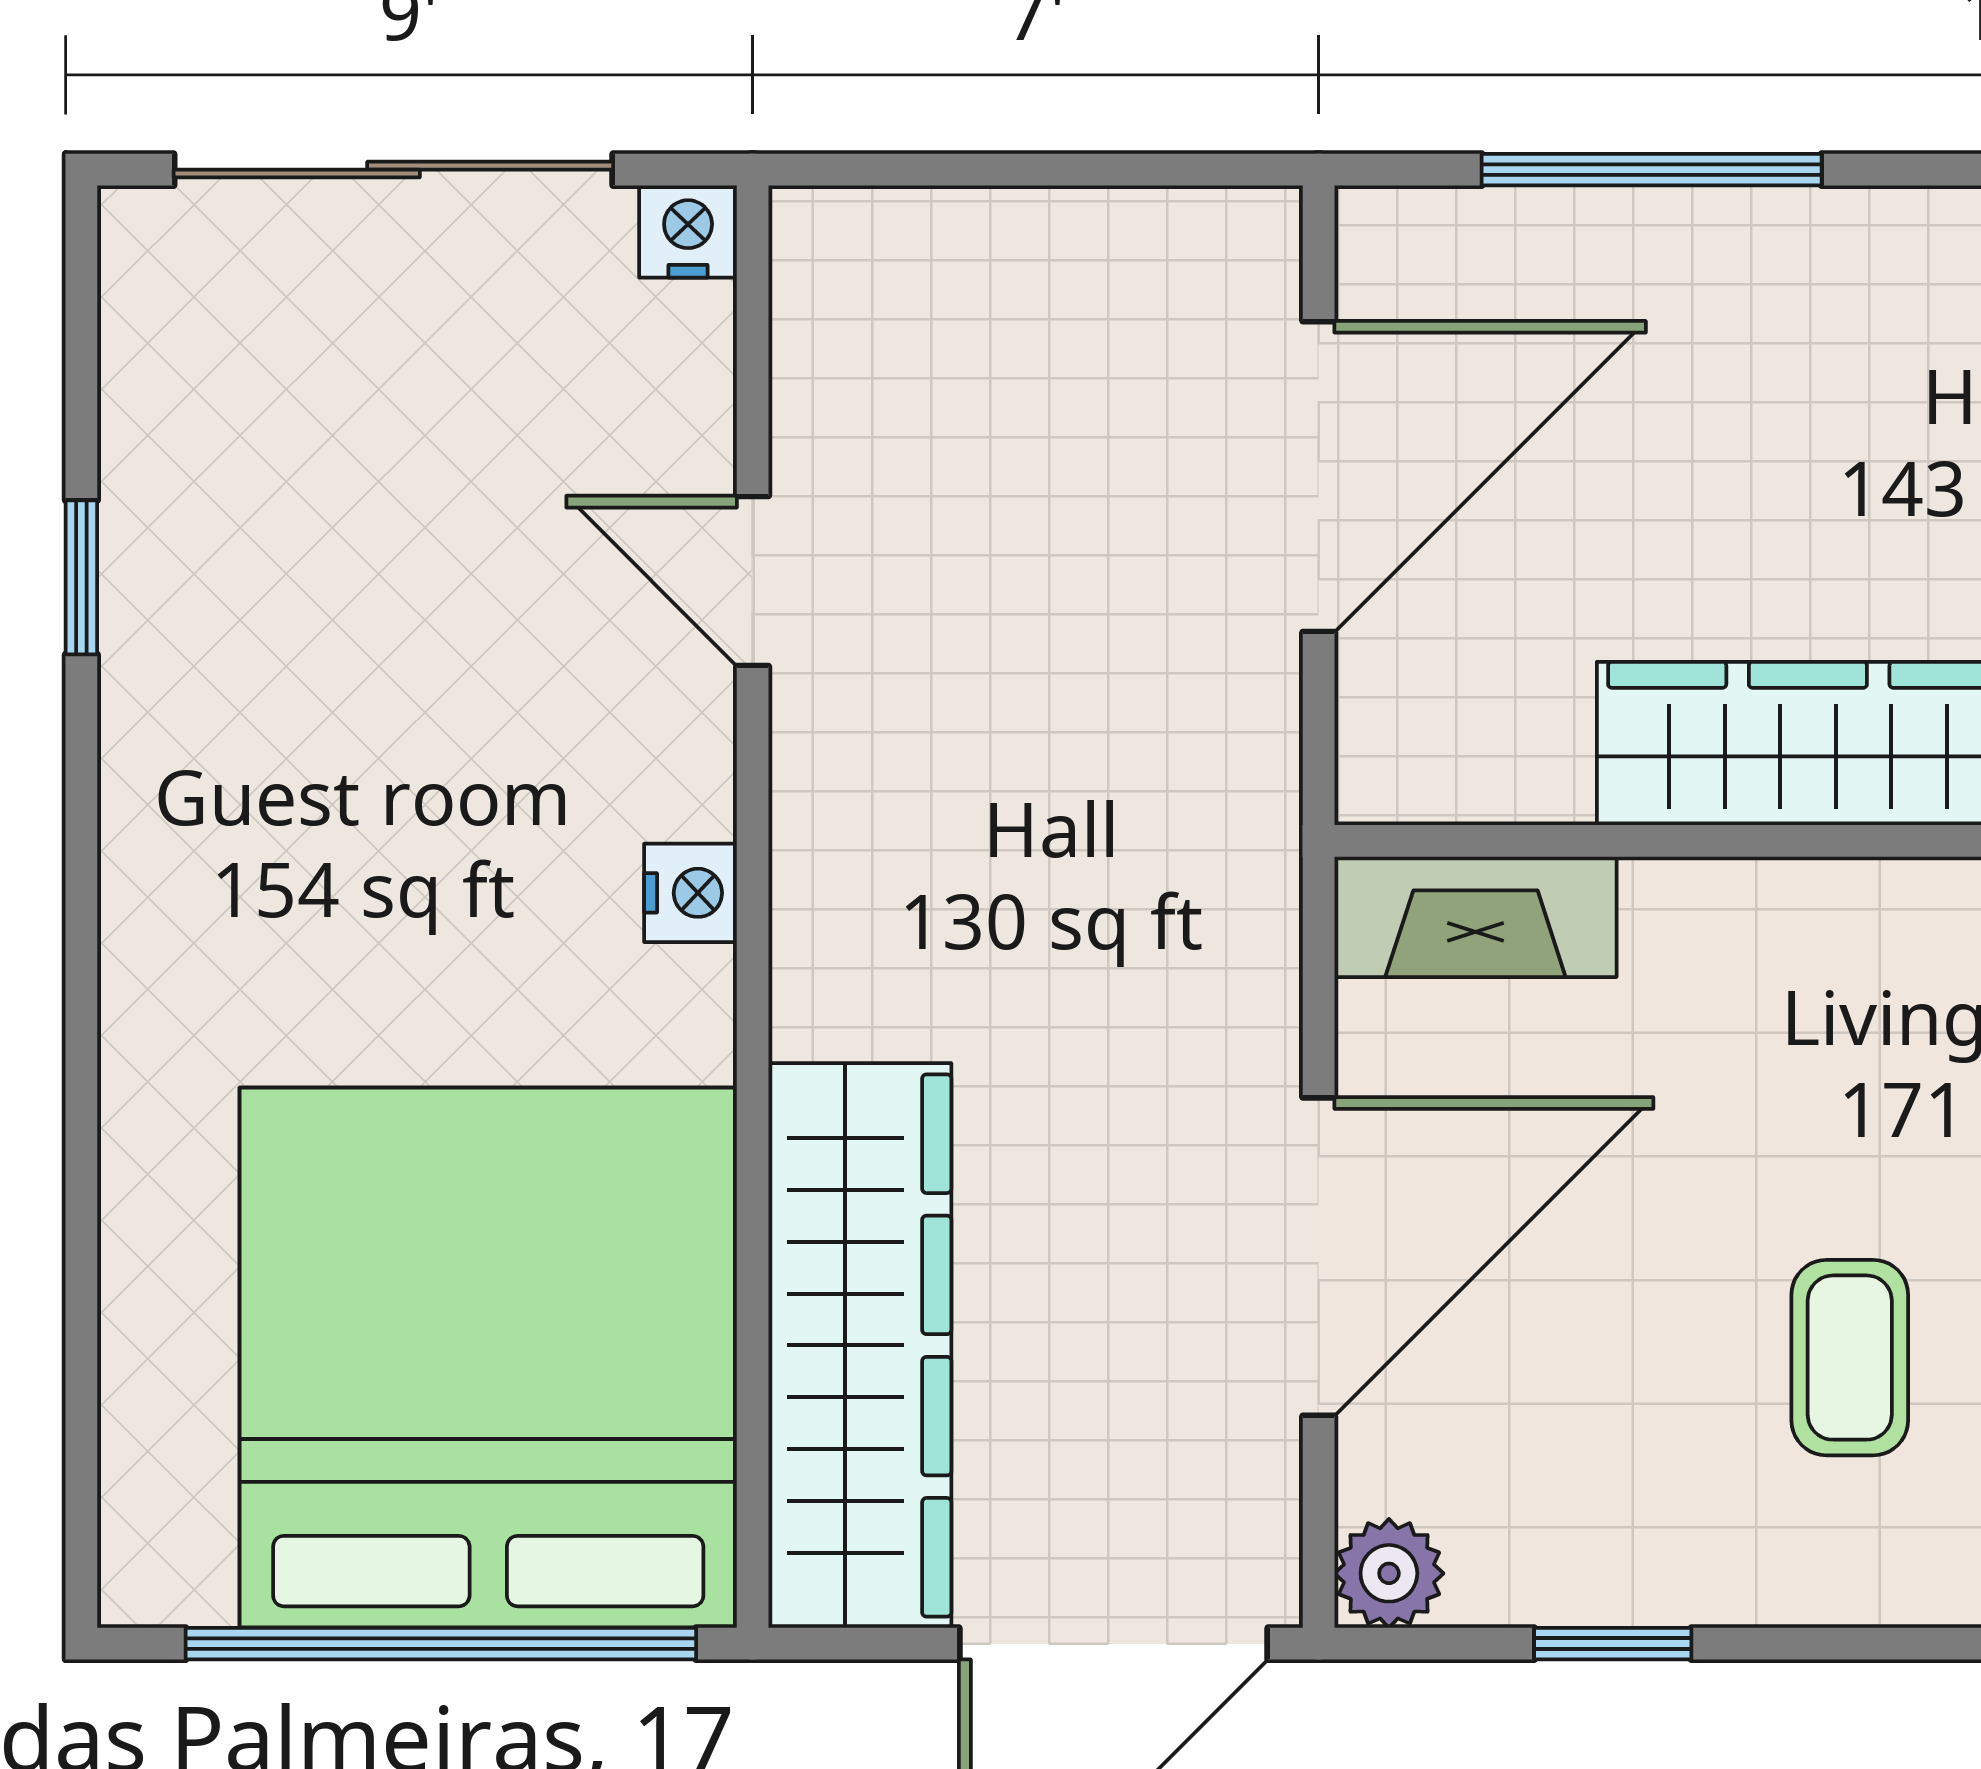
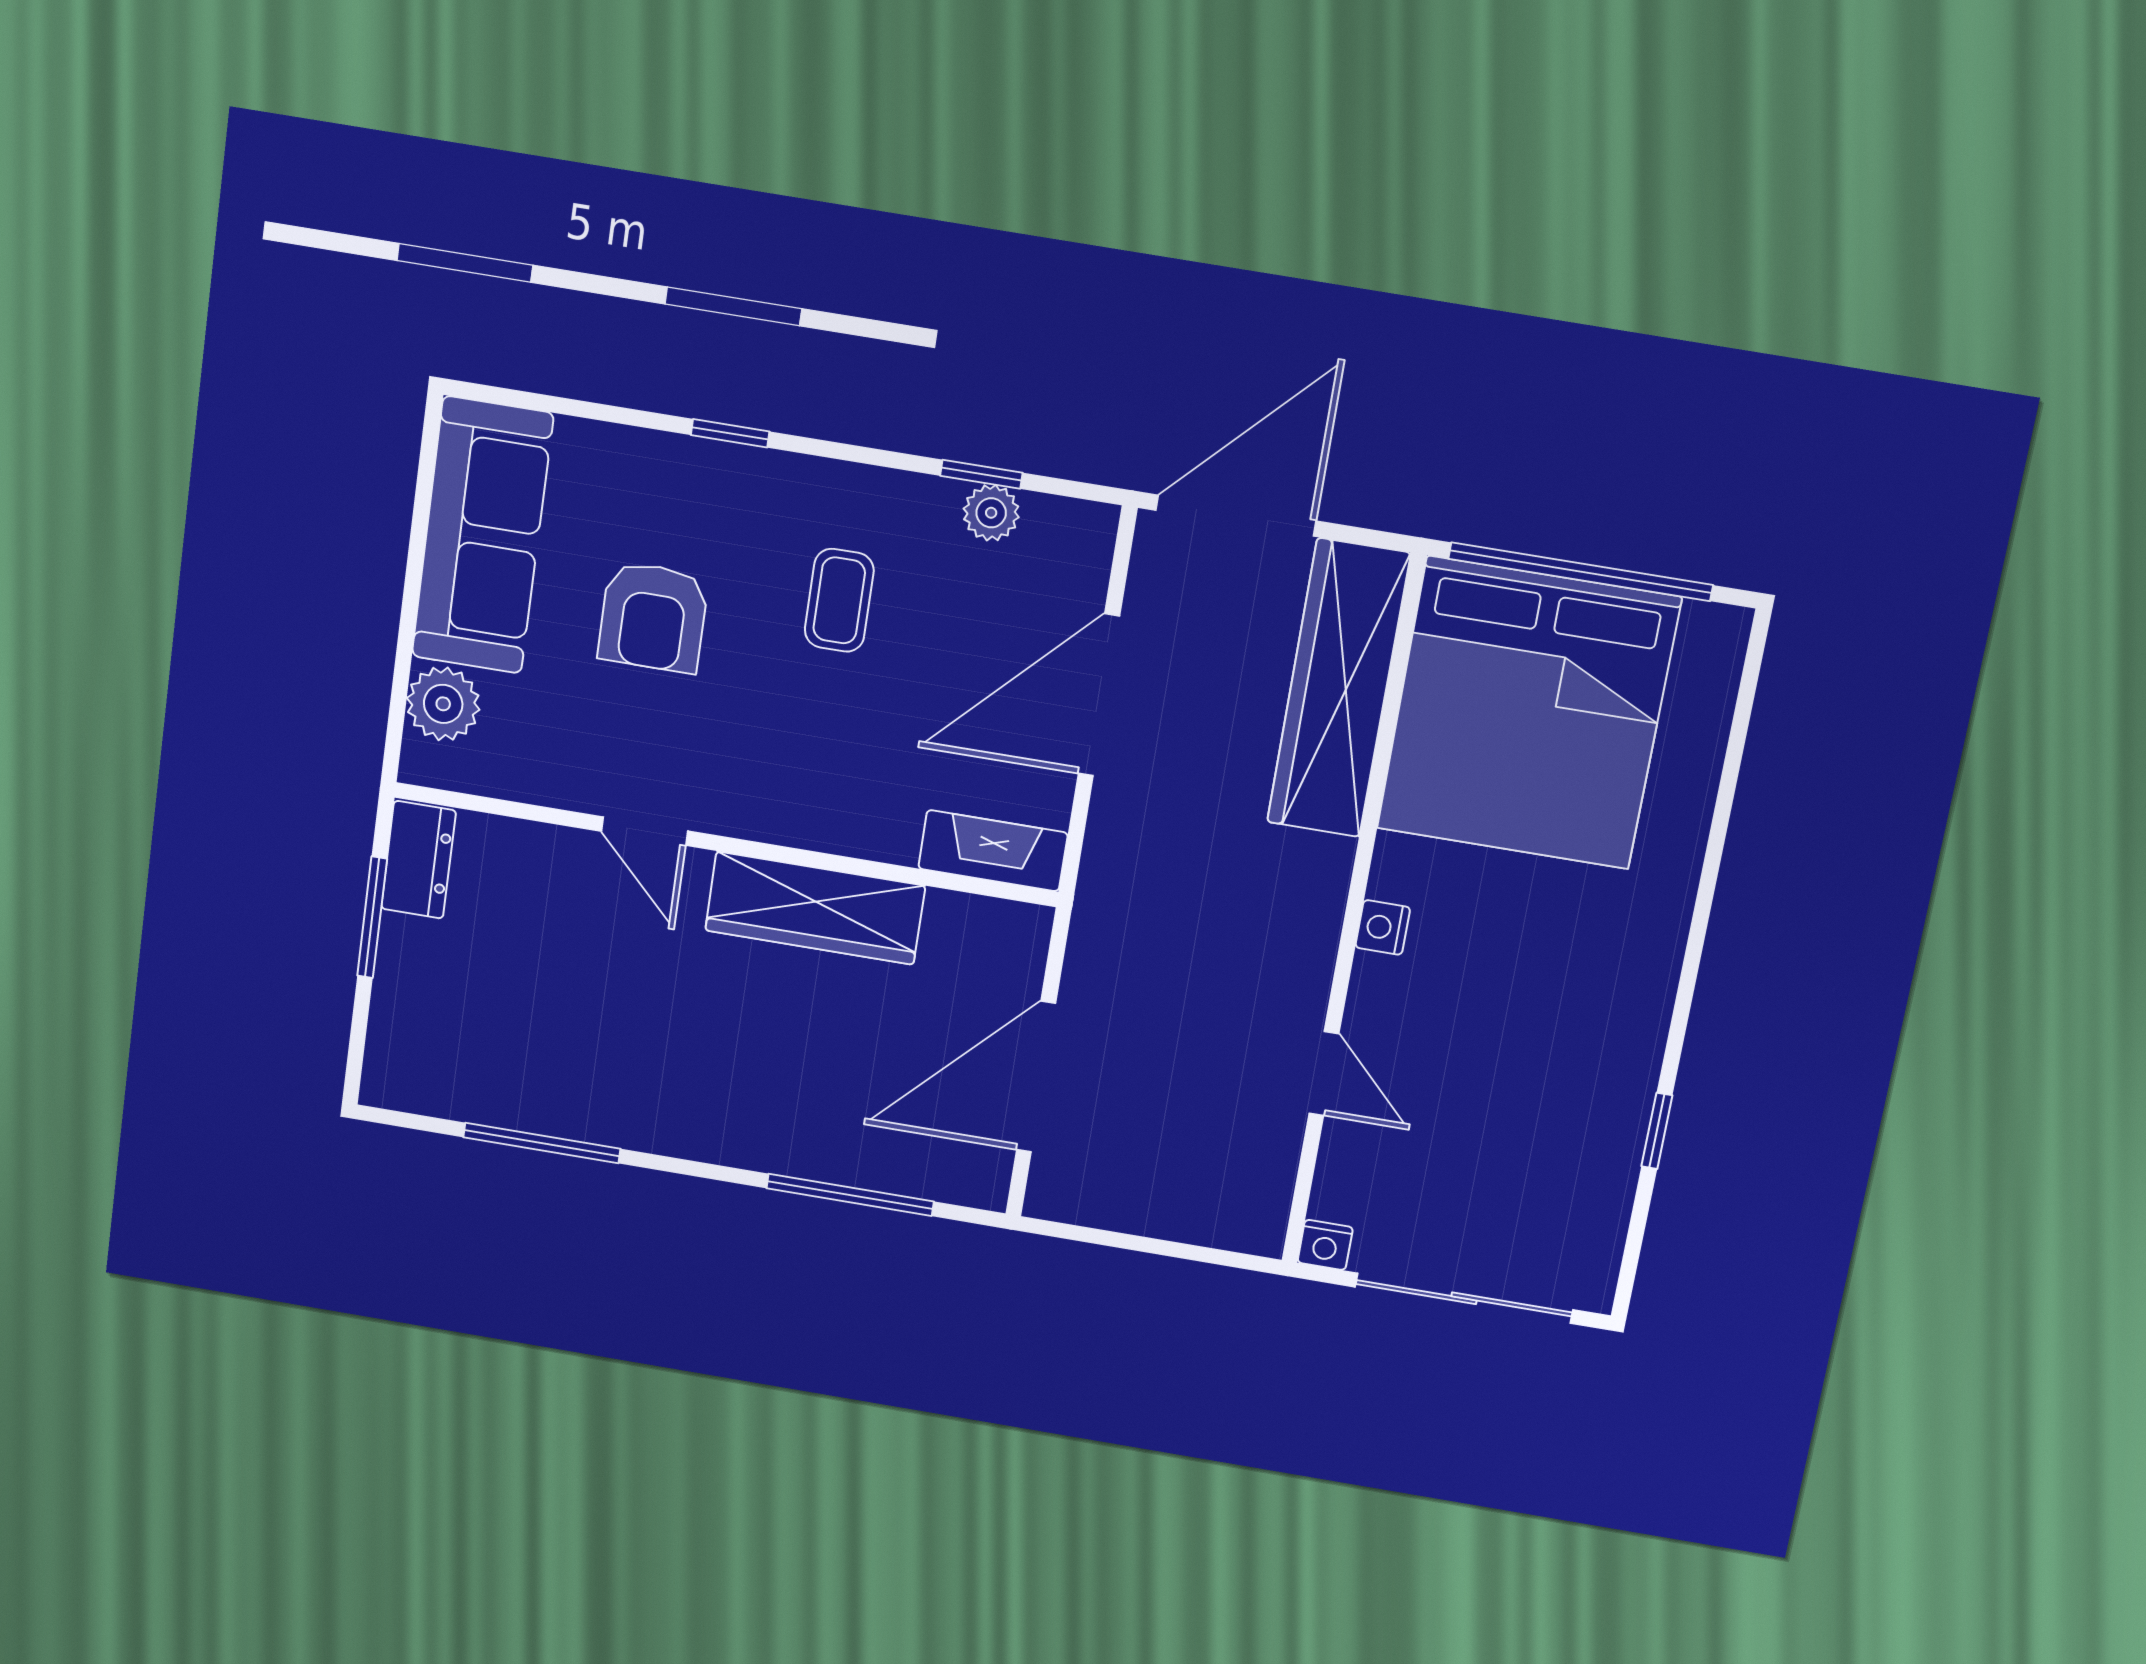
plant: (1389, 1573) -> (991, 513), moved

